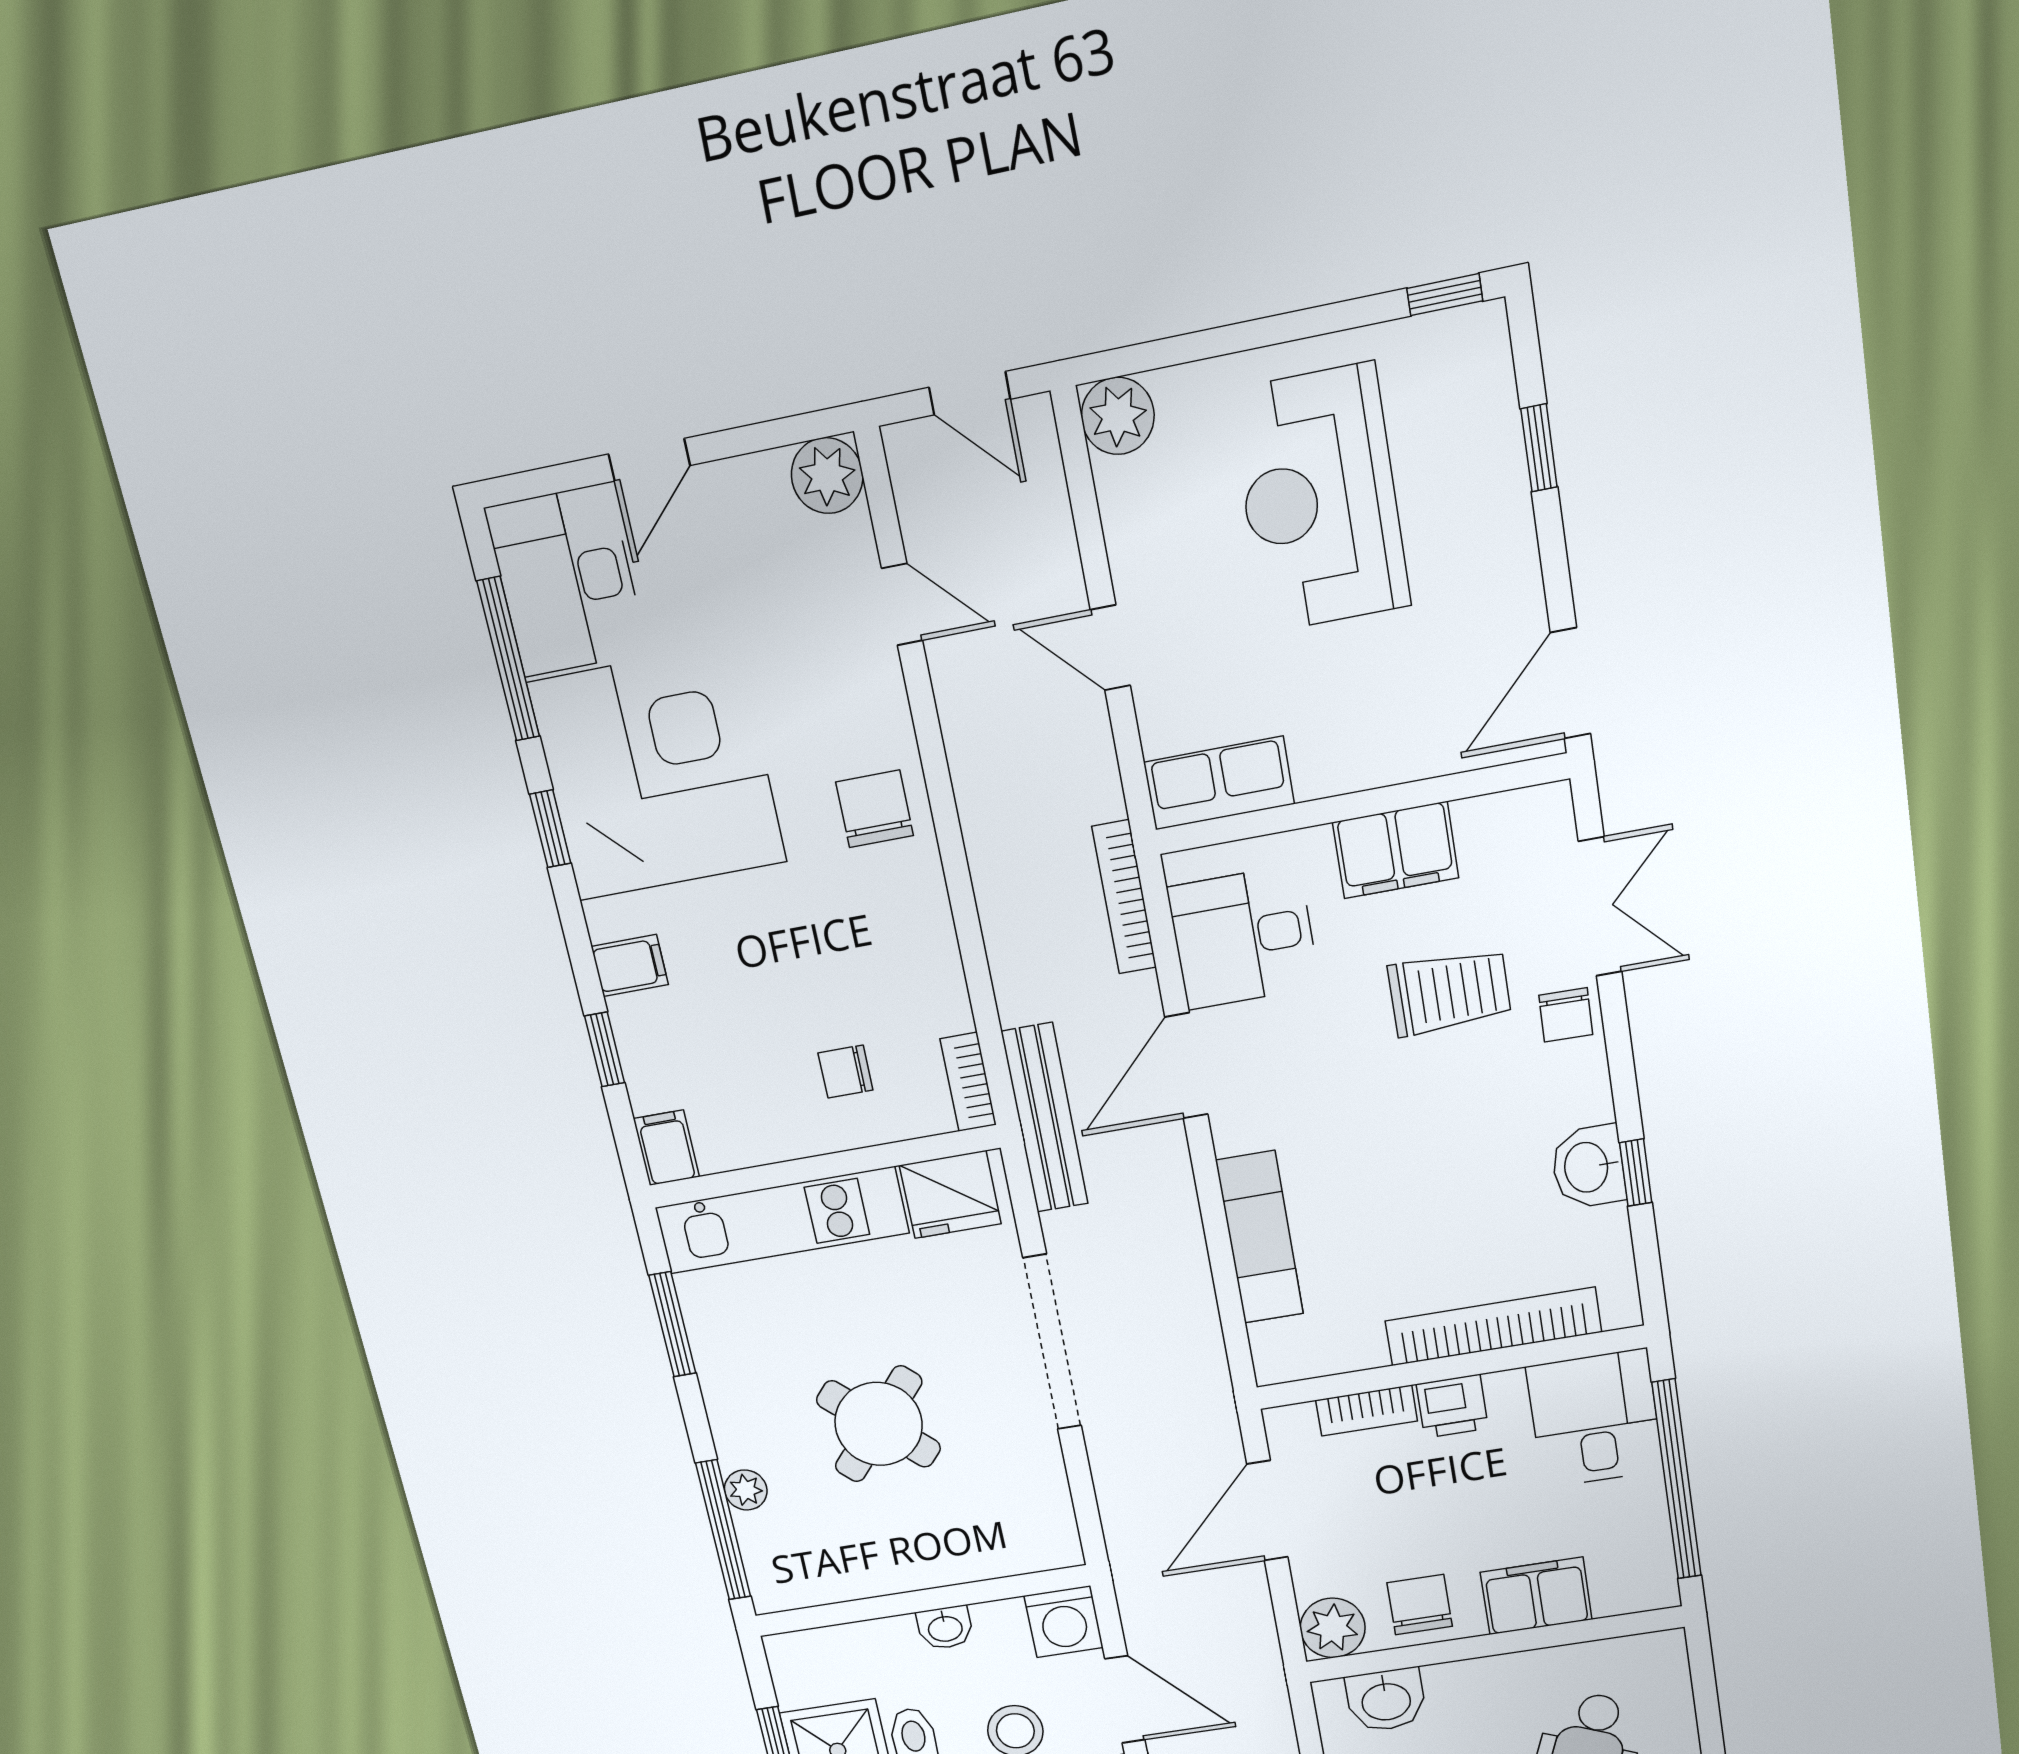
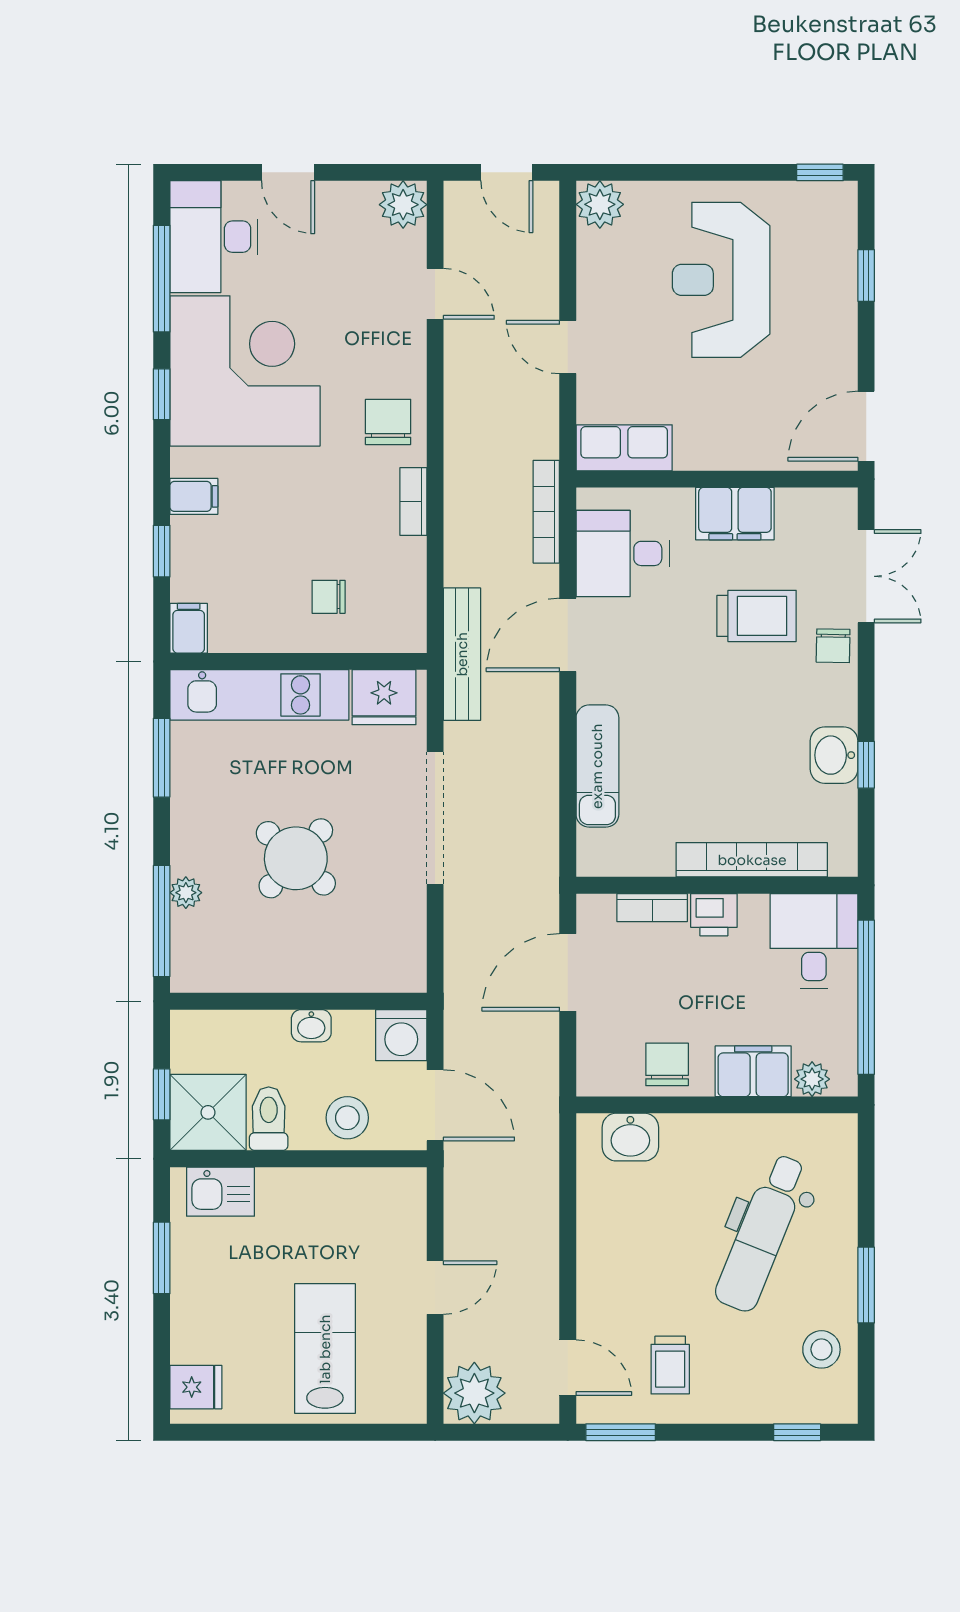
door: (649, 460) -> (288, 172), hinge flipped
bookcase: (968, 1082) -> (413, 502), moved
plant: (1333, 1628) -> (812, 1079), moved, width x0.73, depth x0.73

